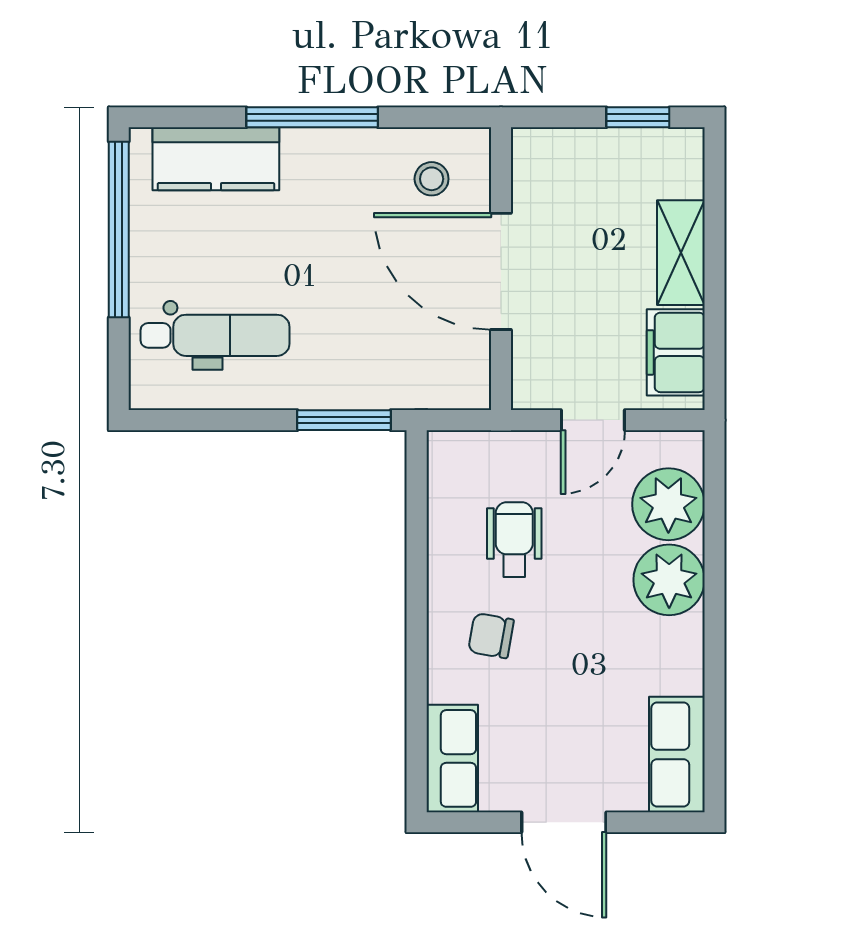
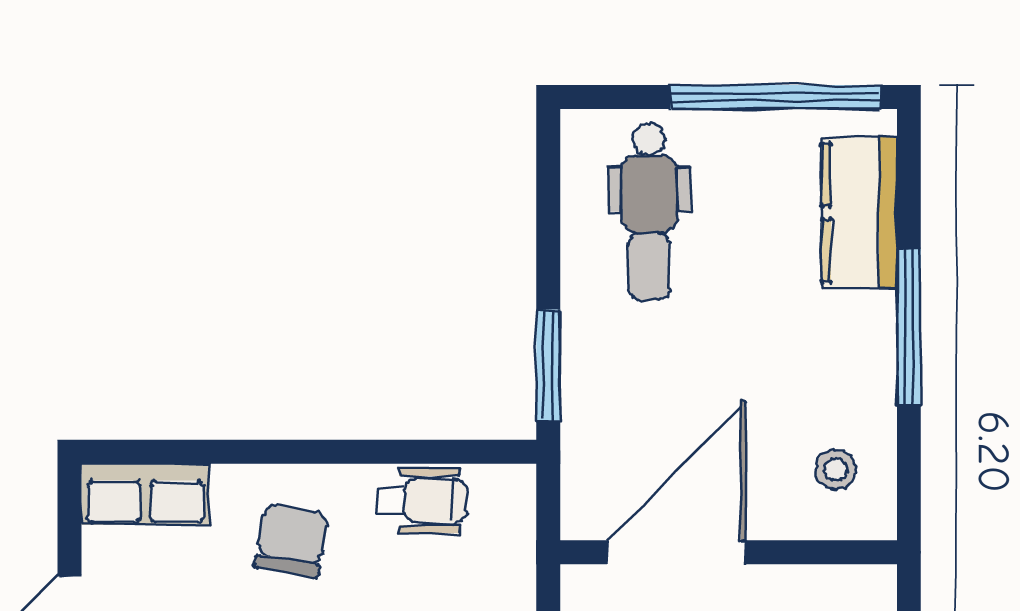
door: (501, 271) -> (676, 552), moved
wheelchair: (514, 539) -> (422, 501), moved
chair: (491, 636) -> (292, 540), width x1.37, depth x1.37

